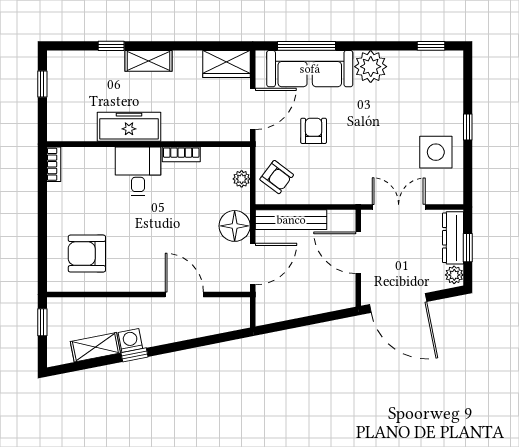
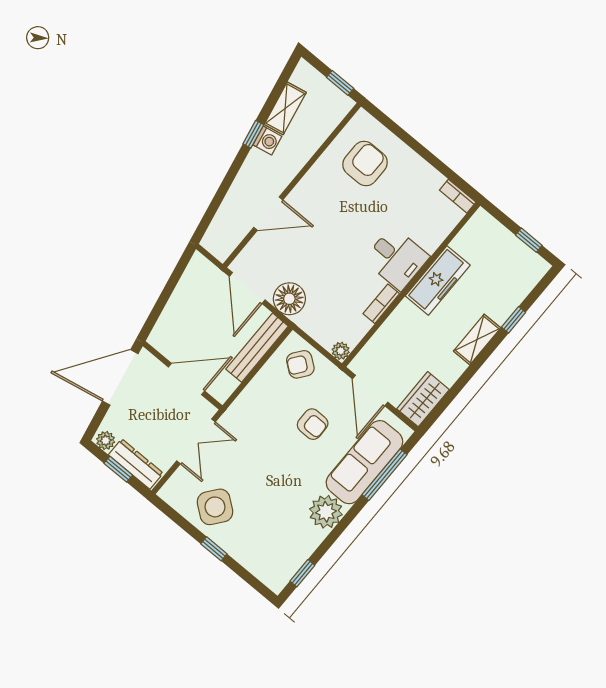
side table: (436, 152) -> (215, 507), turned 38
plant: (242, 179) -> (341, 351), moved

